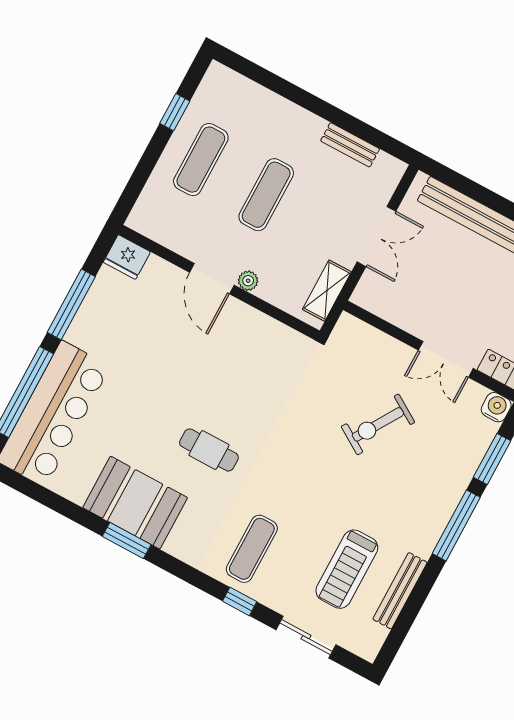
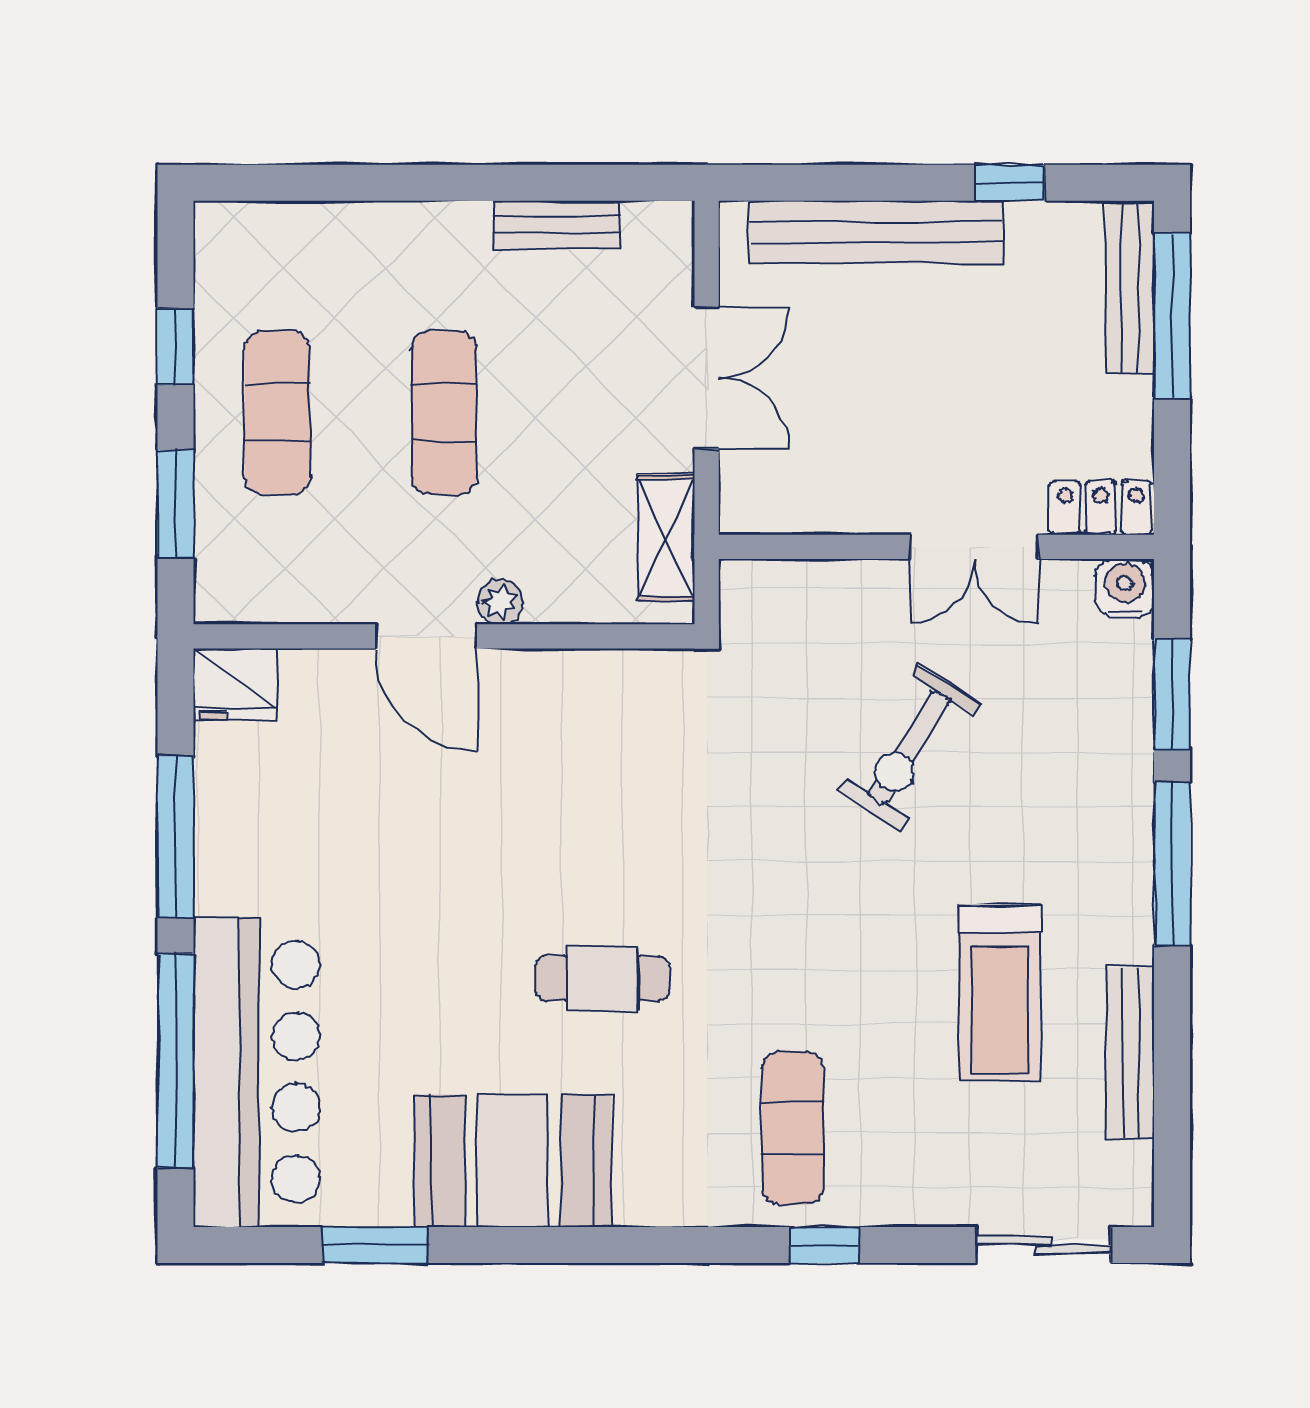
window: (142, 174) -> (175, 504), added
window: (127, 541) -> (375, 1245), moved
treadmill: (347, 569) -> (1000, 992), moved
sliding door: (306, 637) -> (1043, 1245), moved

